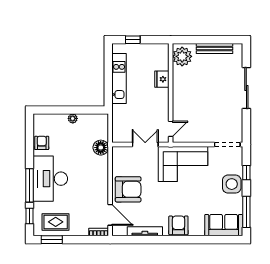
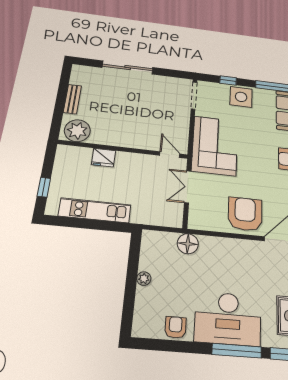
bench: (215, 48) -> (72, 99), width x0.73
armchair: (42, 143) -> (175, 327), turned 90

